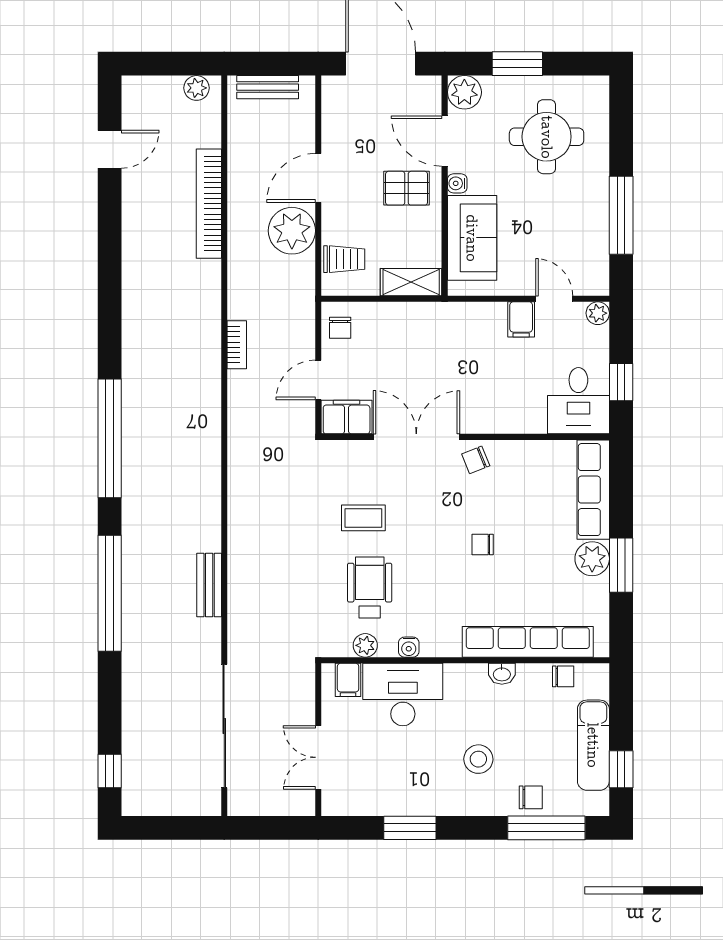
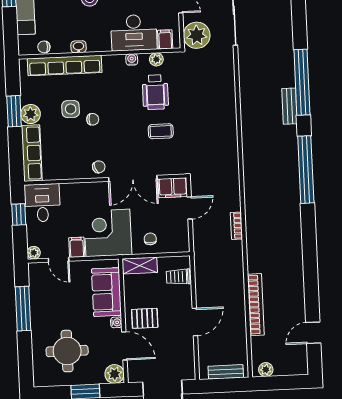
plant: (292, 231) -> (197, 35), moved
chair: (340, 328) -> (150, 239), moved
corner desk: (465, 342) -> (108, 233), added
side table: (521, 564) -> (71, 109), added
bench: (209, 585) -> (289, 106), moved

